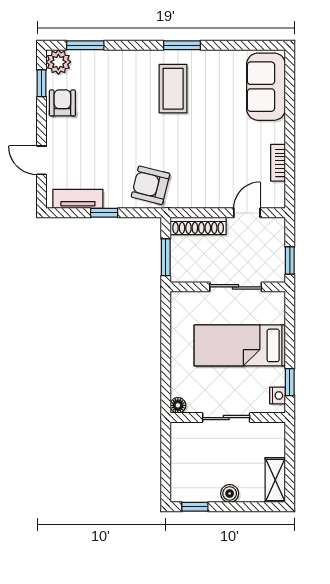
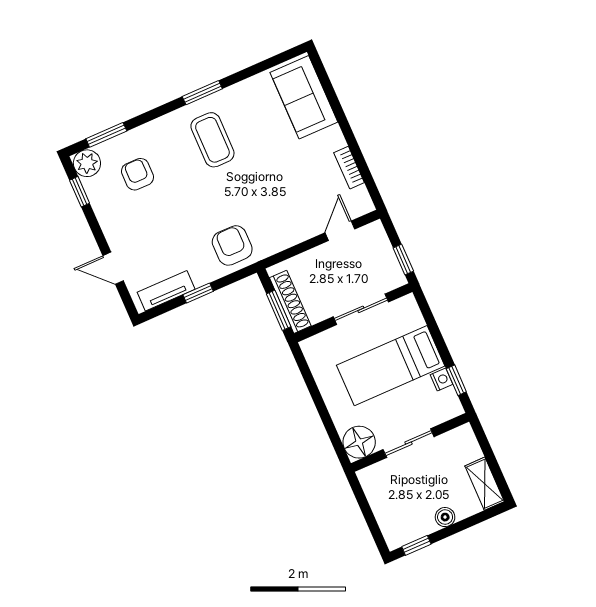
armchair: (62, 103) -> (137, 174), moved
armchair: (151, 185) -> (232, 245), turned 76
shoe rack: (198, 226) -> (290, 302), moved, turned -90
nightstand: (278, 395) -> (442, 380), moved
floor lamp: (178, 405) -> (359, 442), width x1.89, depth x1.89

